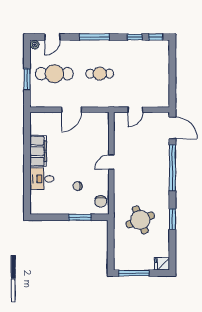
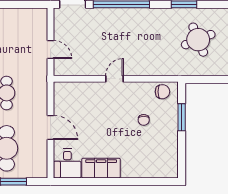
door: (111, 162) -> (114, 79), swing flipped
desk: (42, 179) -> (67, 163), moved
round table: (140, 220) -> (198, 40), moved

